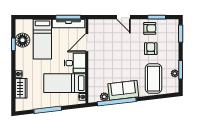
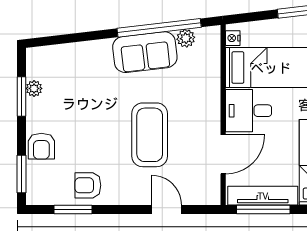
door: (123, 17) -> (167, 209), moved
armchair: (151, 49) -> (41, 146), moved
coffee table: (153, 79) -> (150, 135), moved

